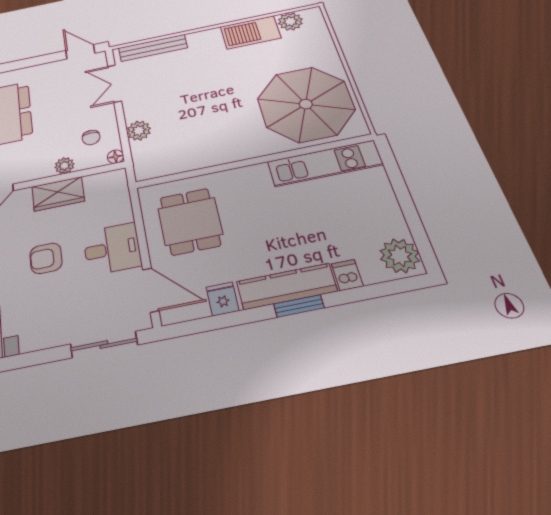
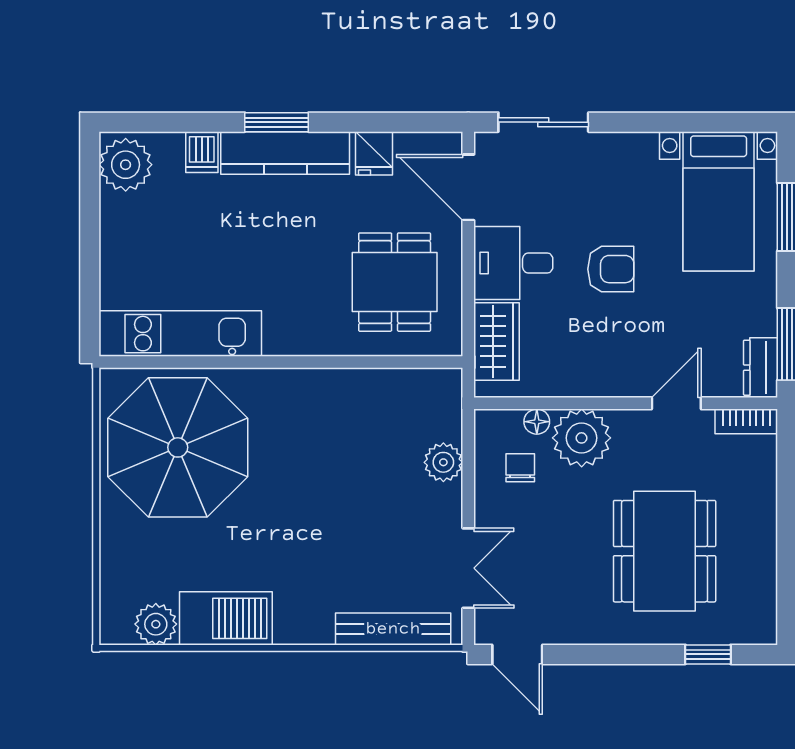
floor lamp: (116, 157) -> (537, 422), moved
plant: (64, 166) -> (582, 438), width x1.88, depth x1.88
wardrobe: (58, 194) -> (496, 341), moved, turned 90

